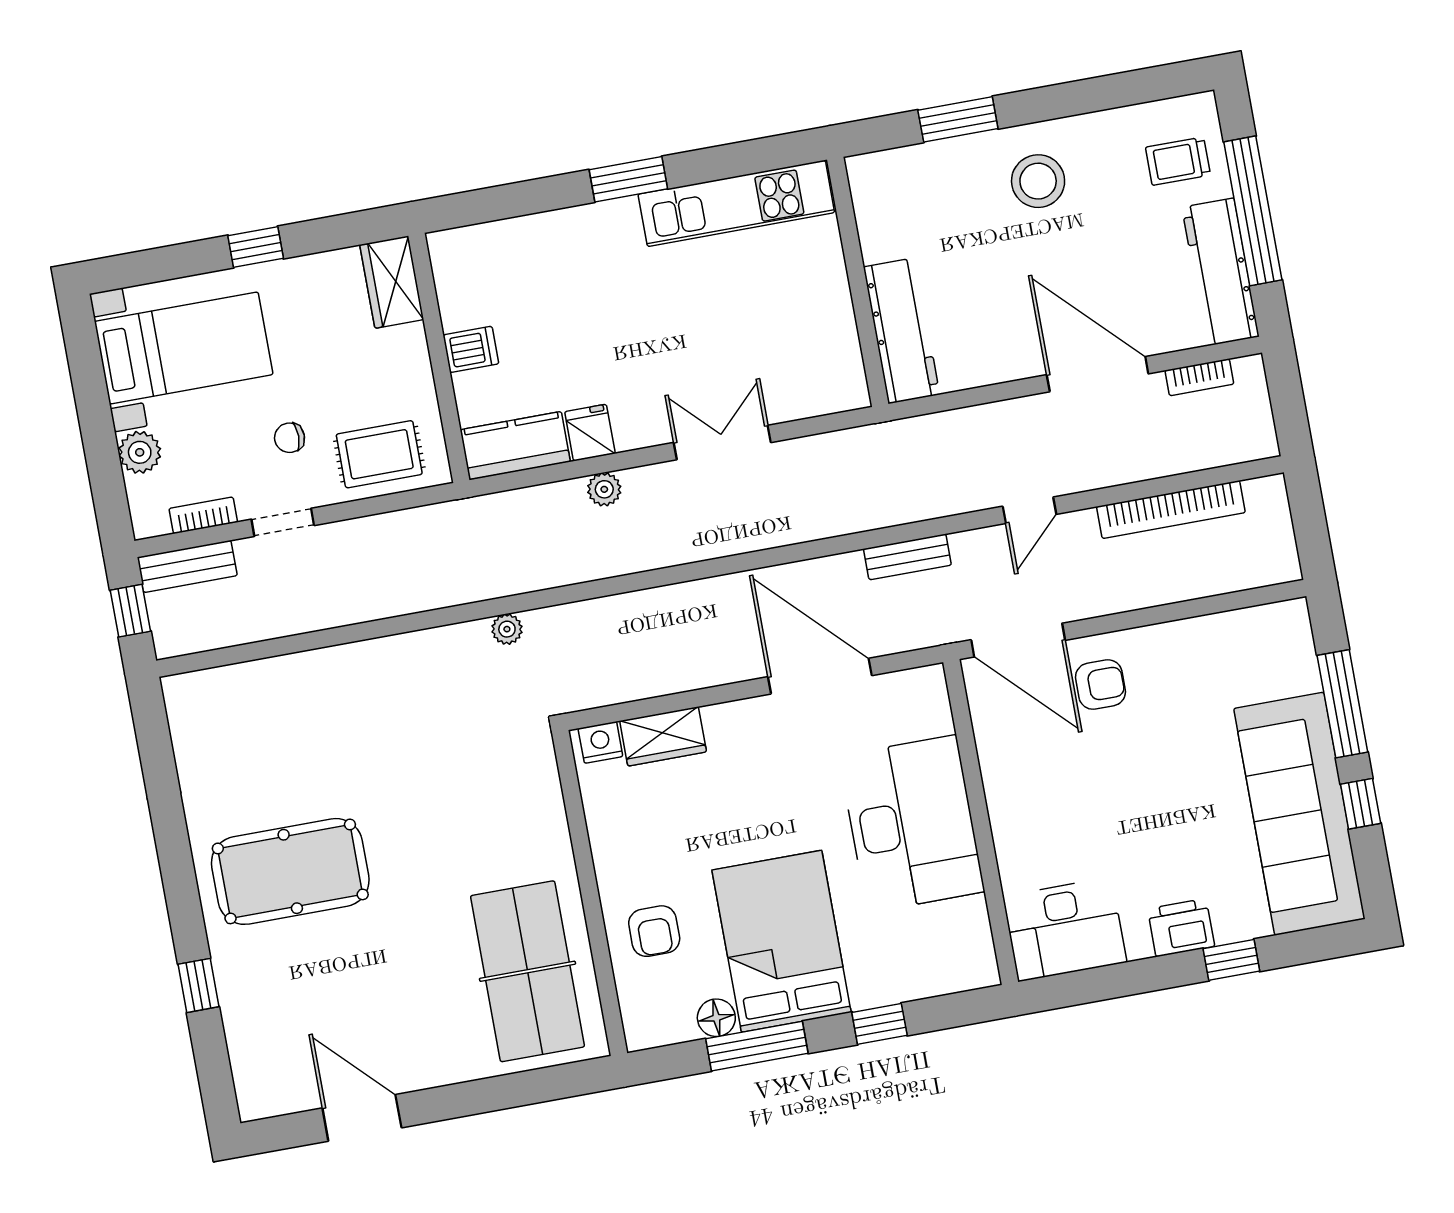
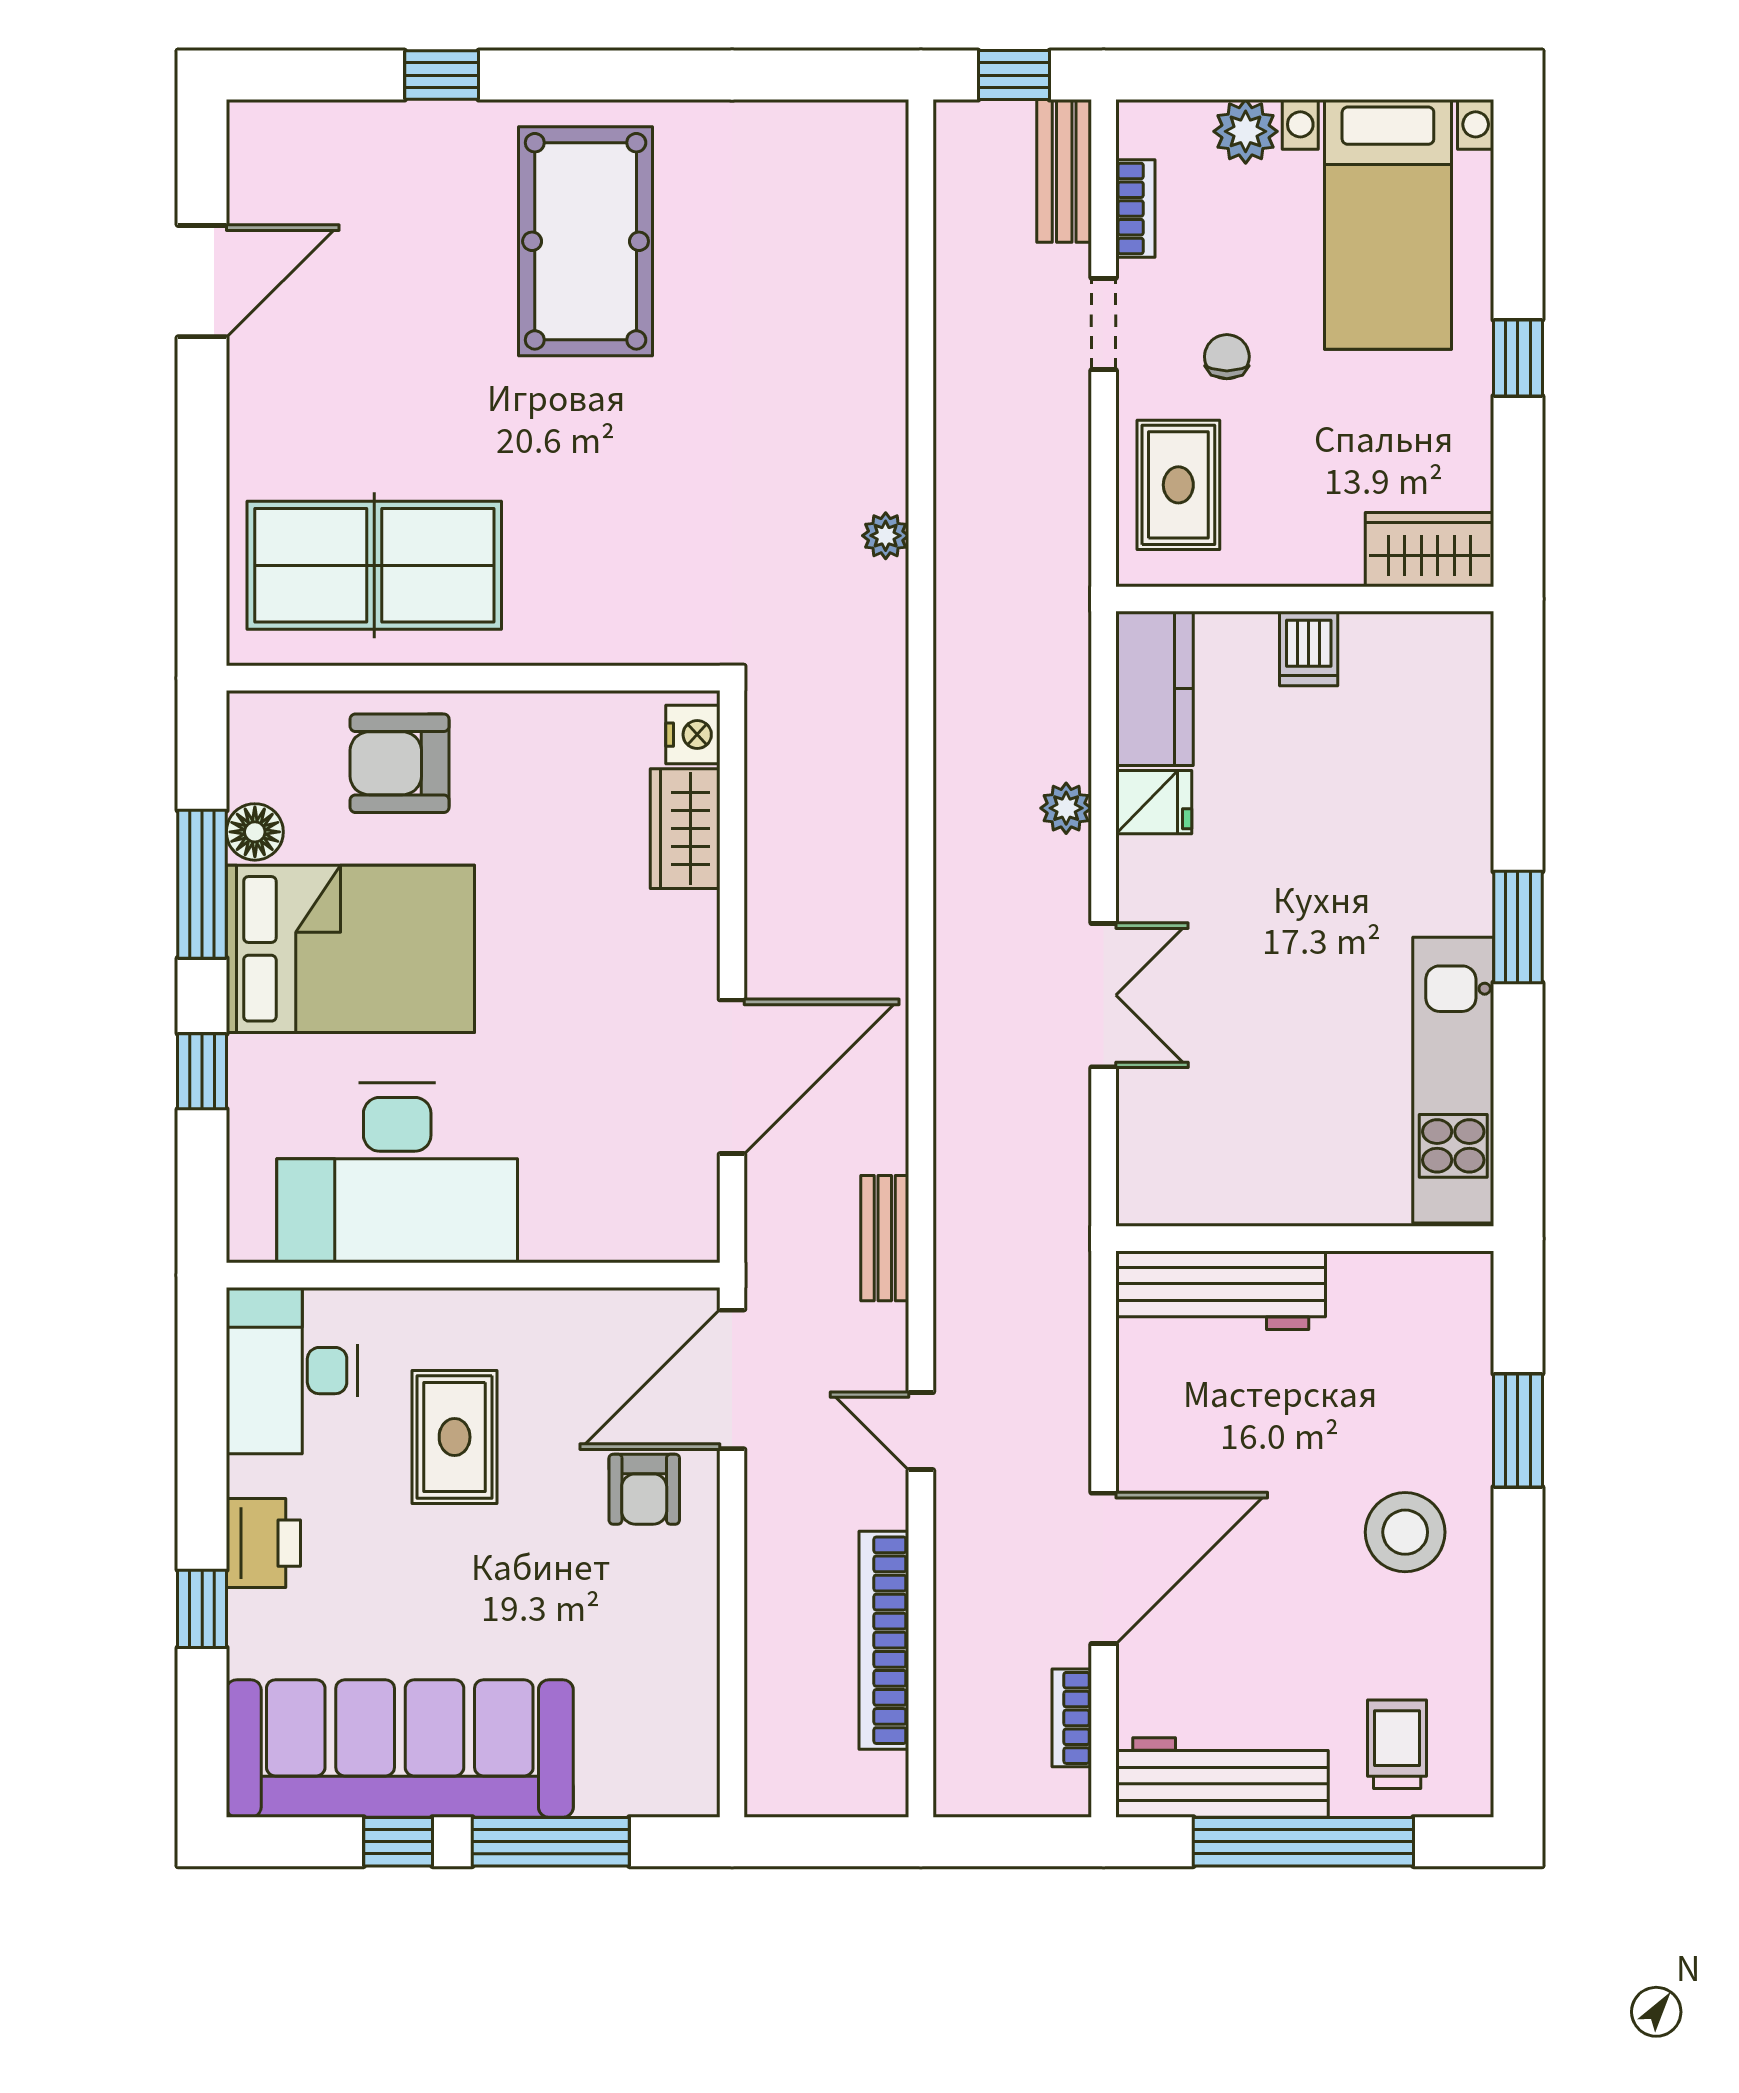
plant: (507, 629) -> (886, 536), moved
rug: (1089, 815) -> (455, 1437), added
desk: (912, 824) -> (397, 1173), moved
armchair: (654, 931) -> (400, 763), width x1.38, depth x1.38

